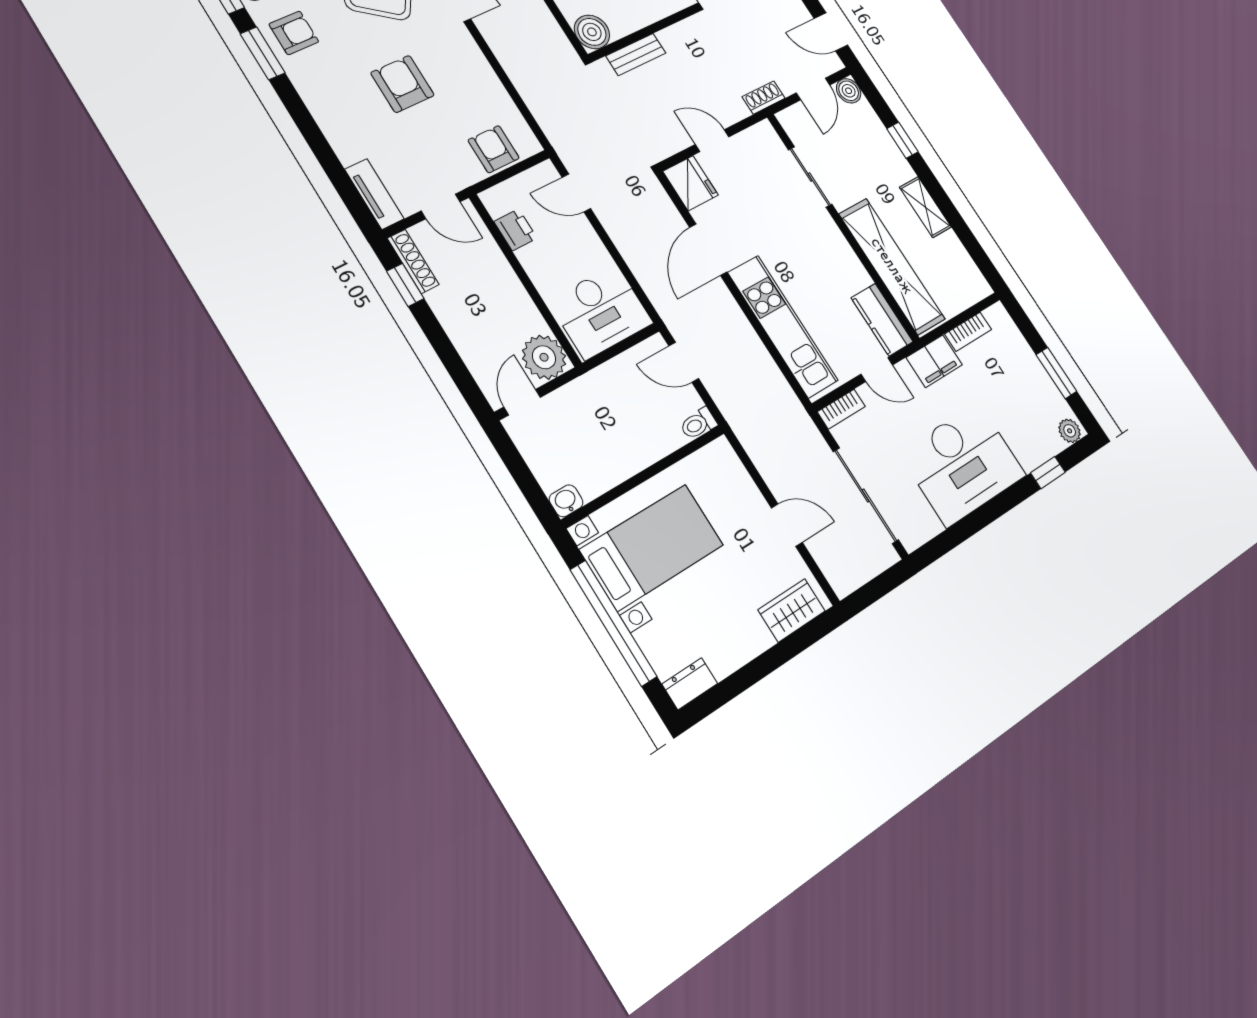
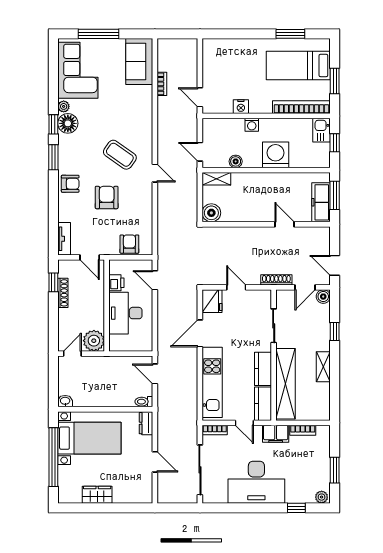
armchair: (294, 33) -> (70, 184), moved
bench: (636, 54) -> (226, 232), removed
shoe rack: (764, 98) -> (276, 280), width x1.43
kitchen counter: (843, 259) -> (263, 369), added
shoe rack: (413, 261) -> (63, 293), moved
desk: (601, 312) -> (125, 313), moved, turned 90
wardrobe: (792, 610) -> (97, 495), moved
dresser: (690, 684) -> (146, 423), moved, turned -90

